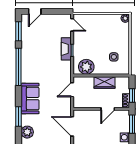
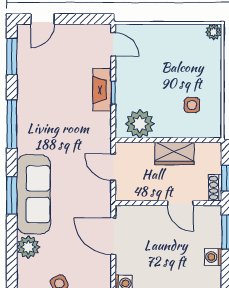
window: (18, 67) -> (12, 124), width x0.68
door: (72, 90) -> (113, 167), hinge flipped
sofa: (30, 99) -> (34, 194), width x1.36
door: (108, 109) -> (180, 203), hinge flipped
window: (18, 117) -> (12, 195), moved

